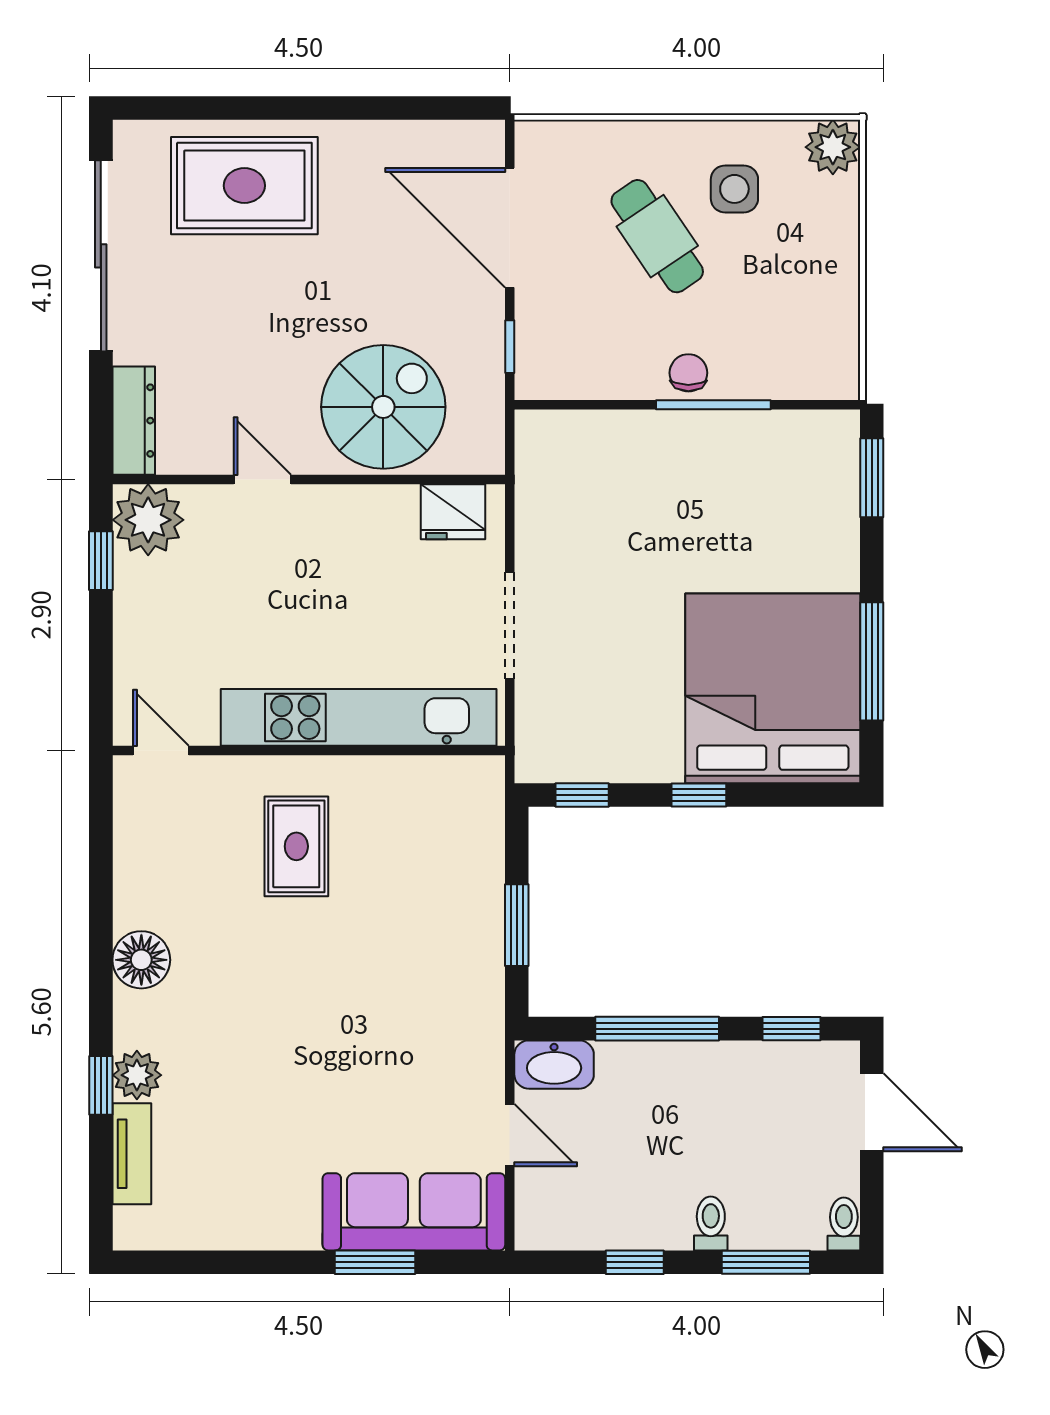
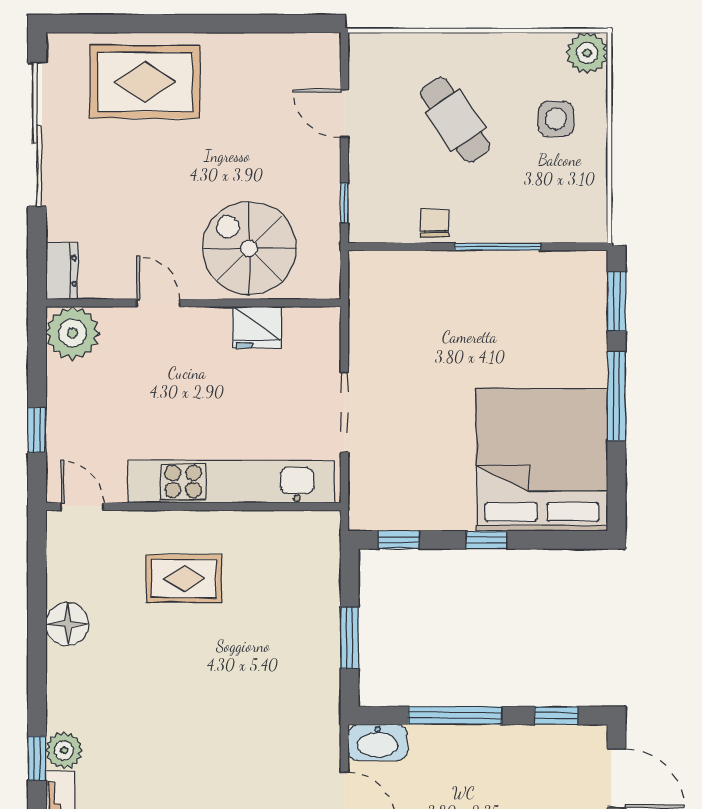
side table: (734, 189) -> (556, 119), moved
door: (510, 228) -> (344, 114), width x0.53
chair: (688, 373) -> (435, 223), moved
spiral stairs: (383, 407) -> (249, 248), turned -90
dresser: (134, 421) -> (62, 271), width x0.70
fridge: (453, 512) -> (257, 327), moved
window: (101, 561) -> (37, 430), moved
window: (872, 661) -> (616, 396), moved
rug: (296, 846) -> (184, 579), turned 90
floor lamp: (141, 960) -> (67, 624), moved

